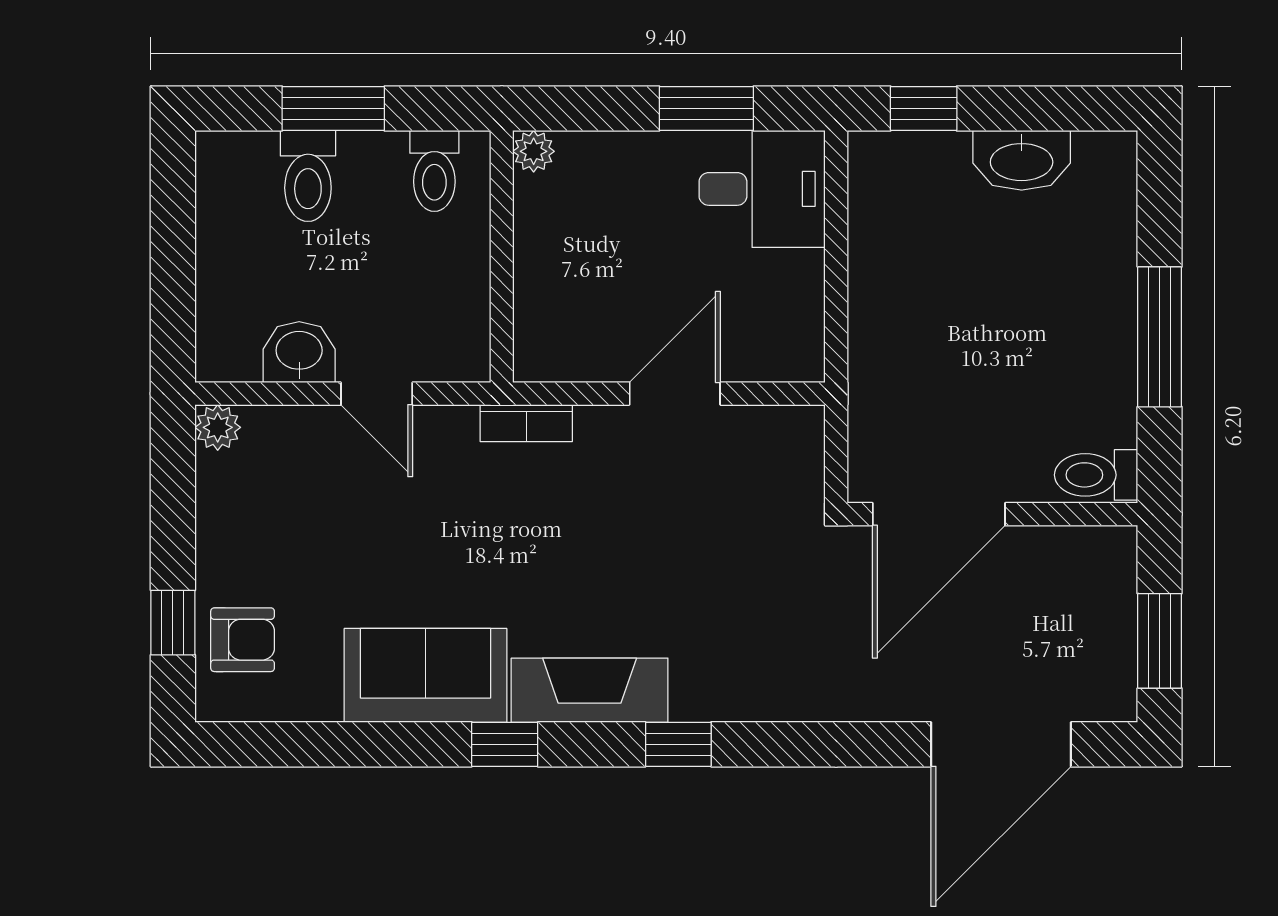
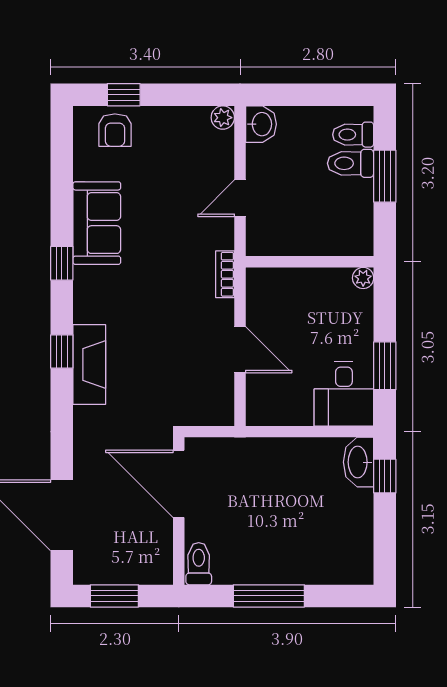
washbasin: (1022, 160) -> (359, 462), moved
toilet: (434, 171) -> (353, 135), moved
washbasin: (299, 352) -> (261, 124), moved
fireplace: (590, 690) -> (89, 364), moved

